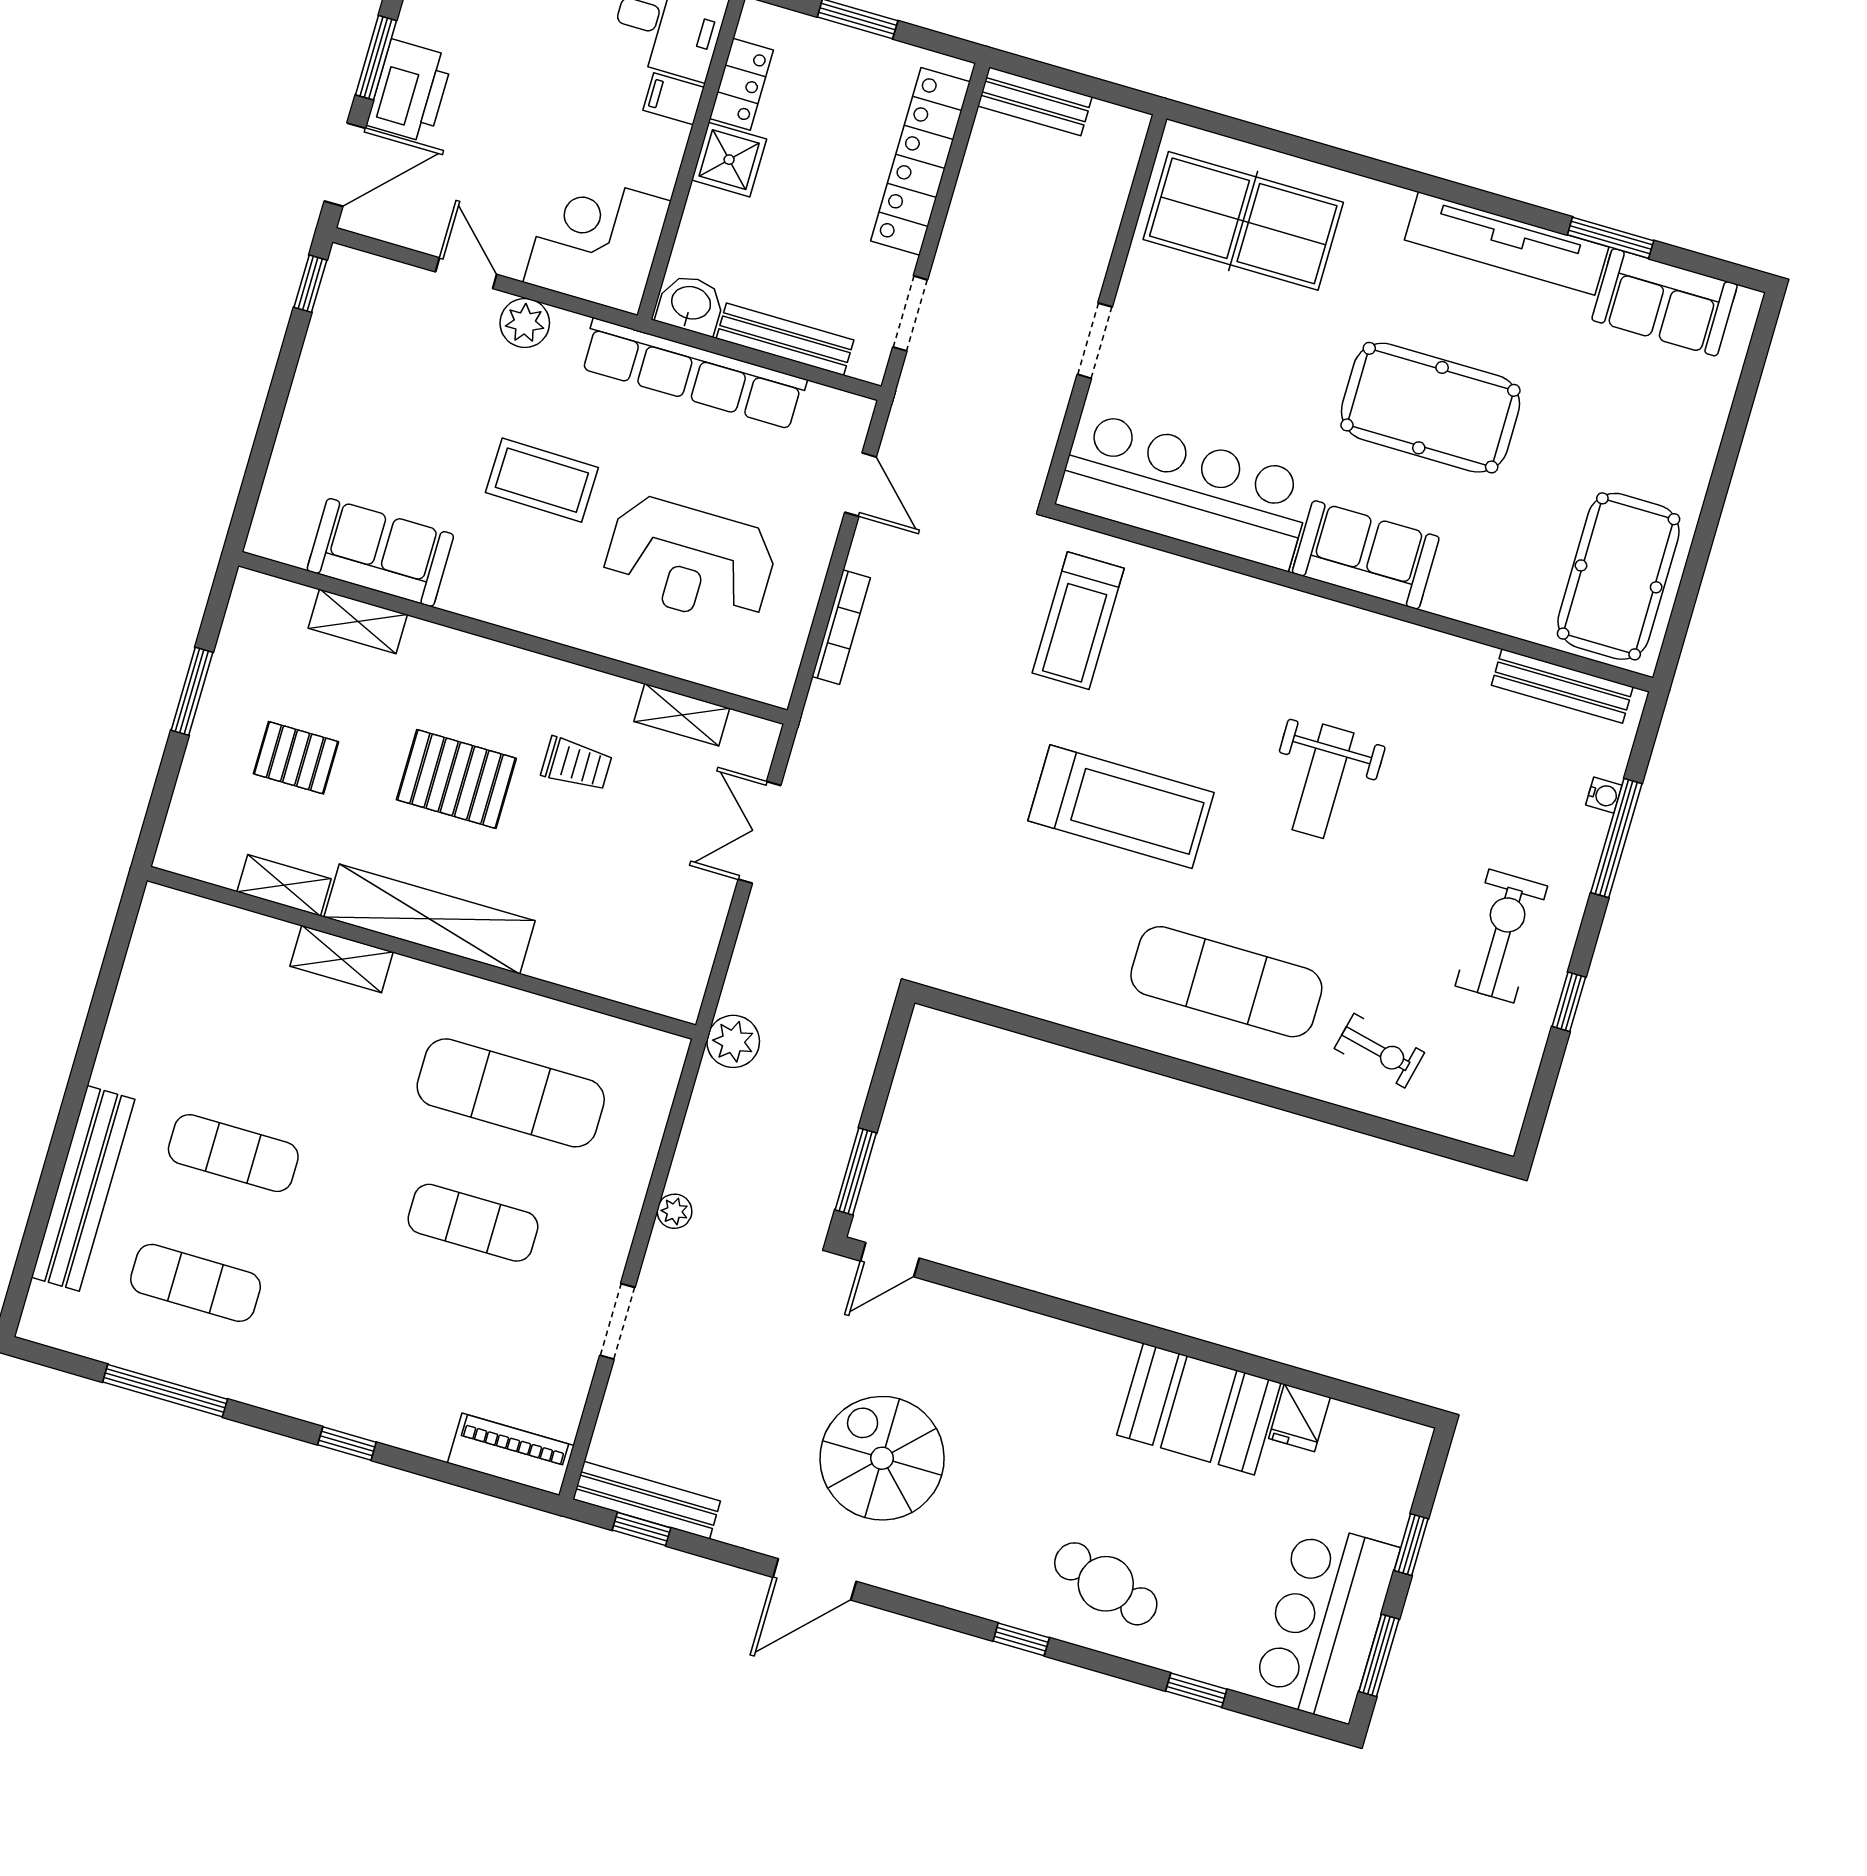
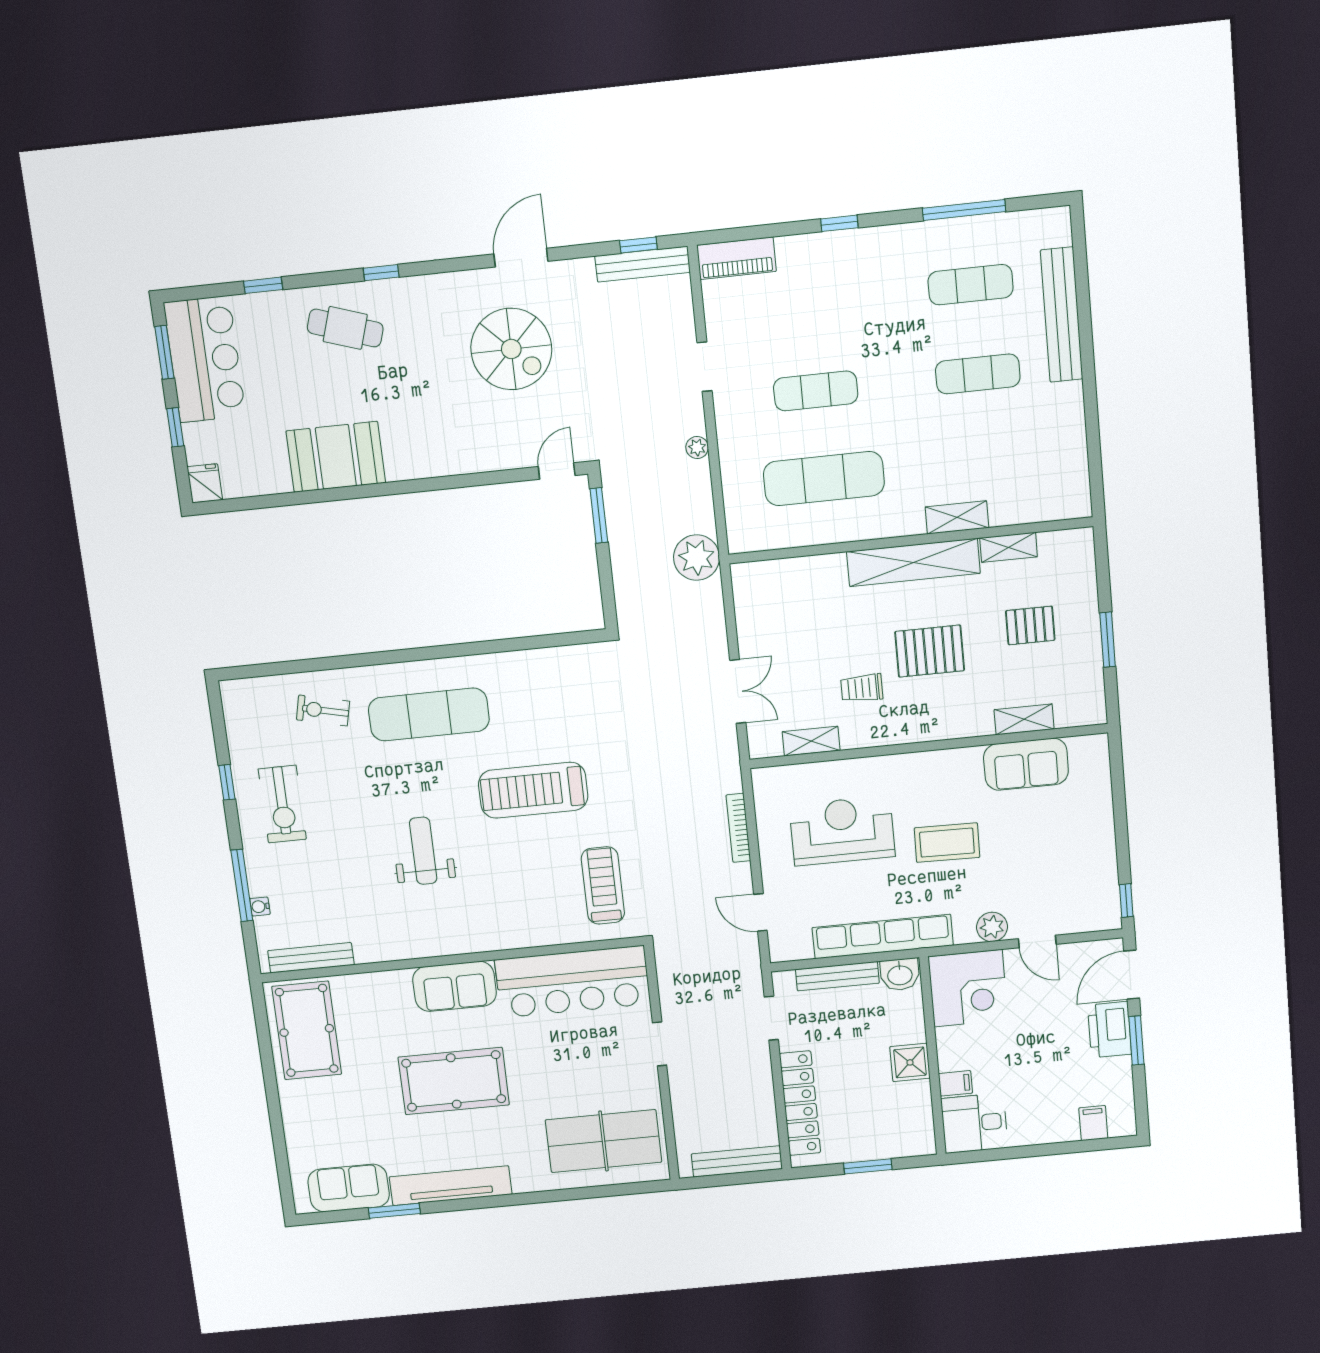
locker: (741, 84) -> (920, 1106), removed
bench: (1035, 101) -> (737, 1161), width x1.36
plant: (733, 1041) -> (697, 558), width x1.36, depth x1.36
fridge: (1299, 1418) -> (205, 483), moved

